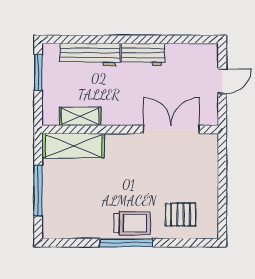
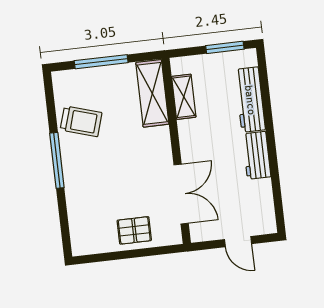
pallet: (181, 215) -> (134, 230), moved, turned 90
trolley: (132, 223) -> (81, 121), moved, turned -73

